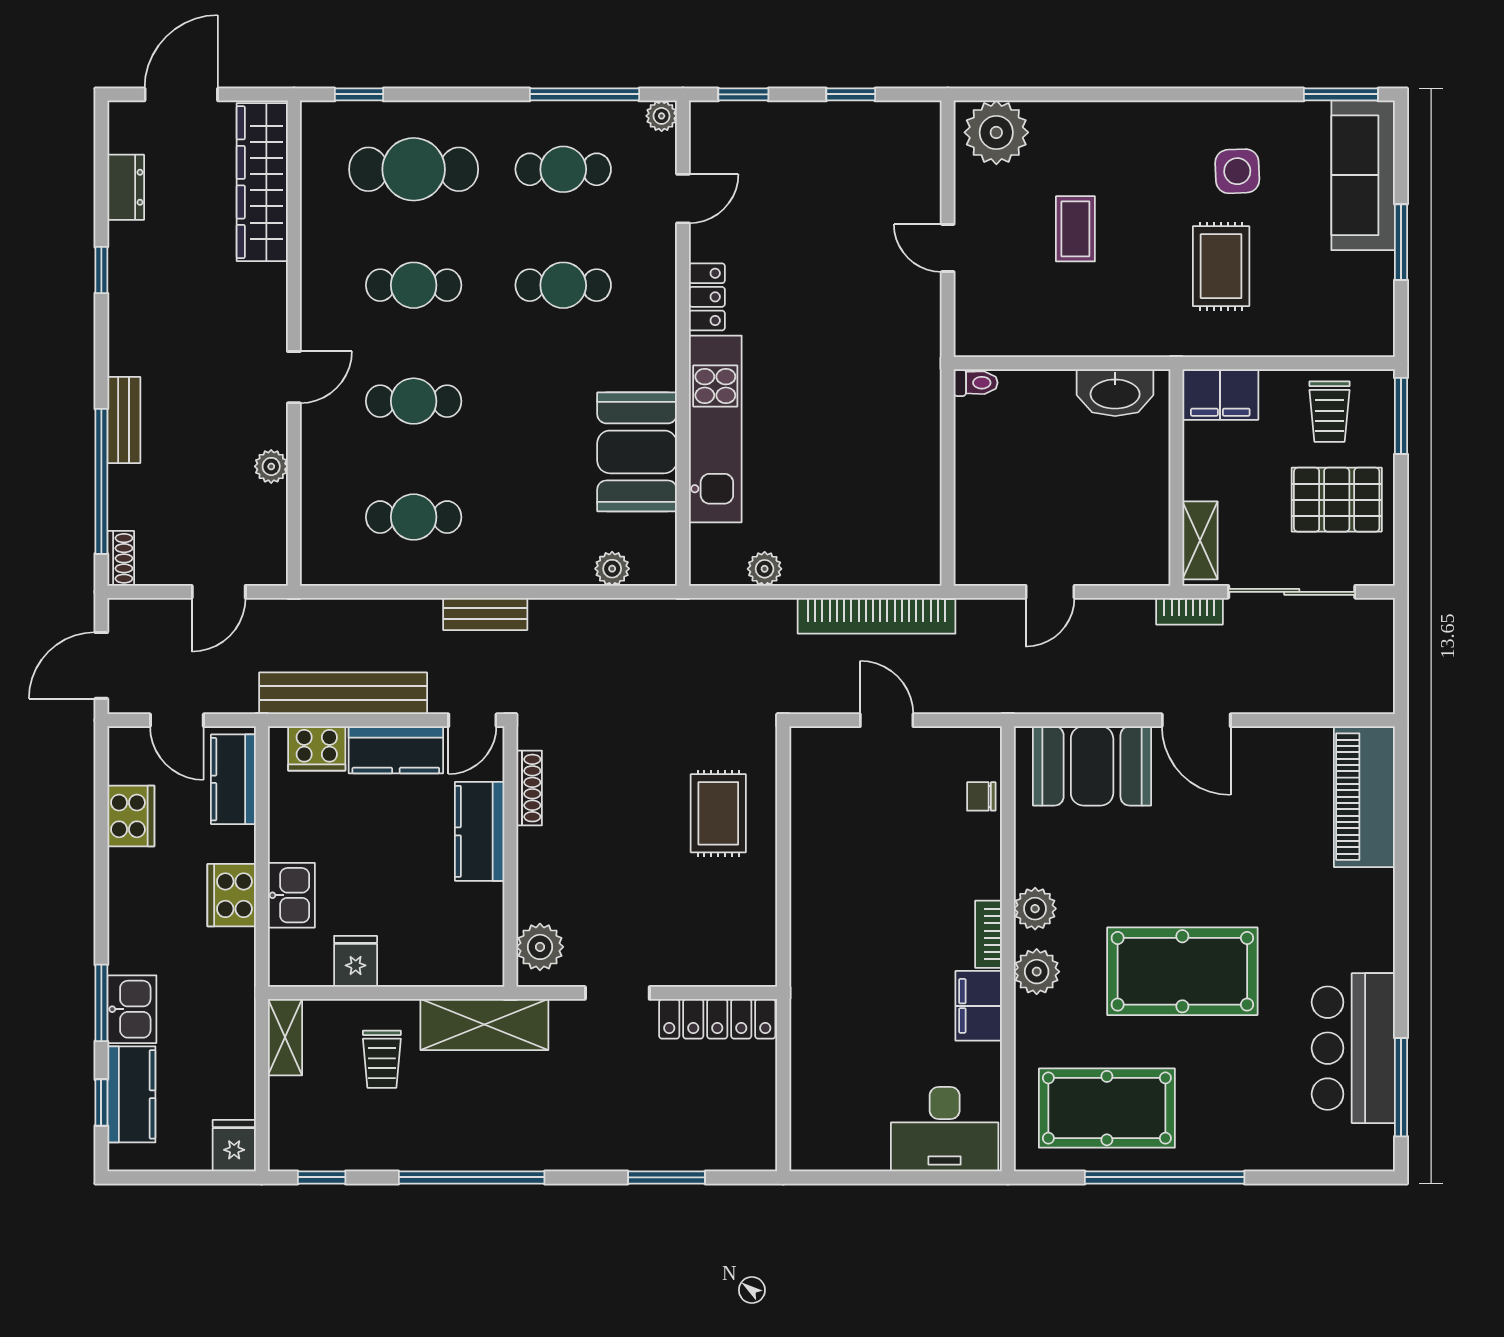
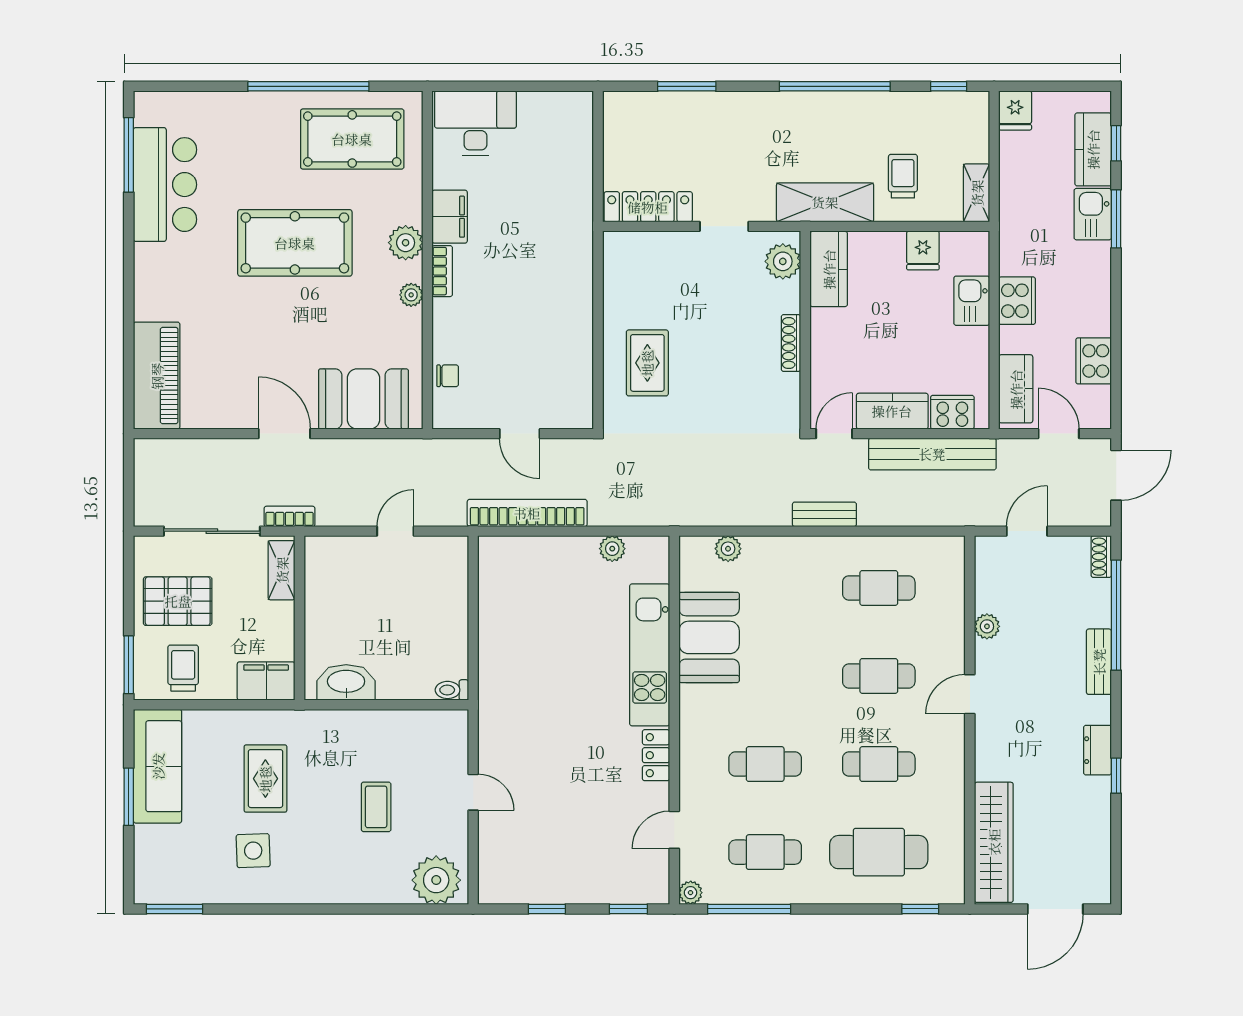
sofa: (1363, 175) -> (158, 766), moved
dresser: (126, 187) -> (1097, 750), moved
shoe rack: (529, 788) -> (791, 343), moved
kitchen counter: (480, 831) -> (829, 269), moved
plant: (1035, 909) -> (411, 295), width x0.73, depth x0.73

